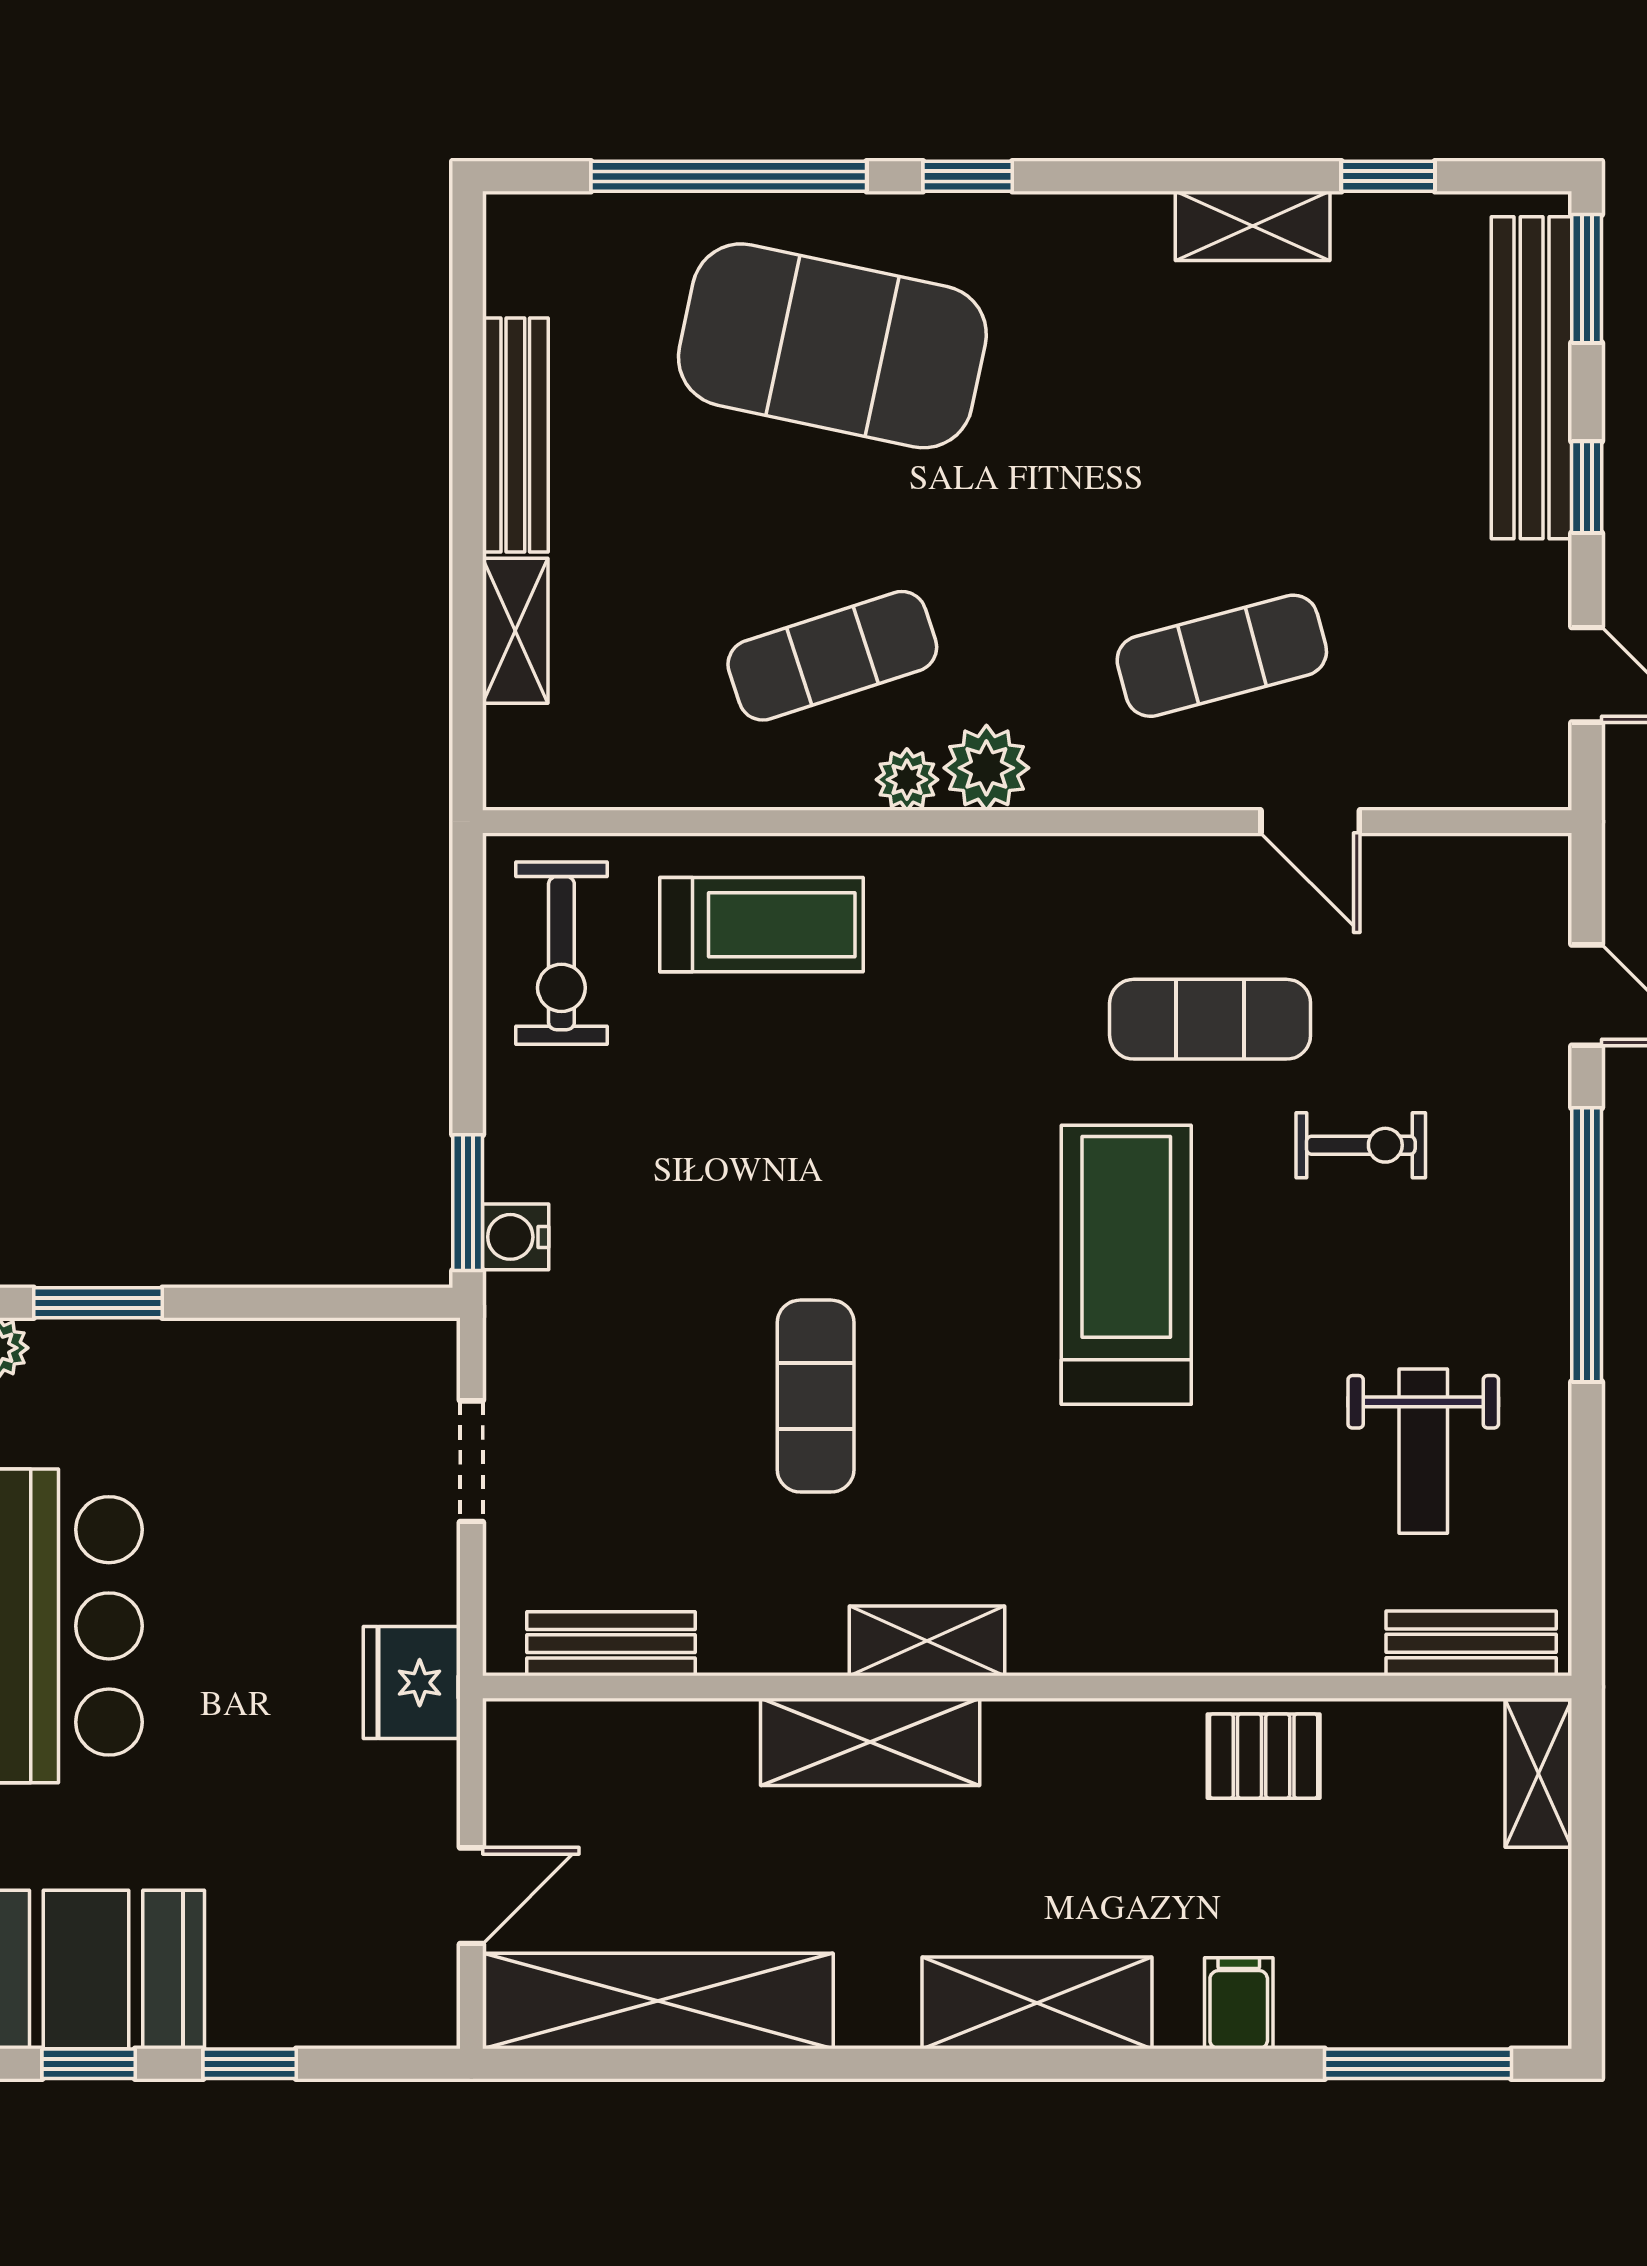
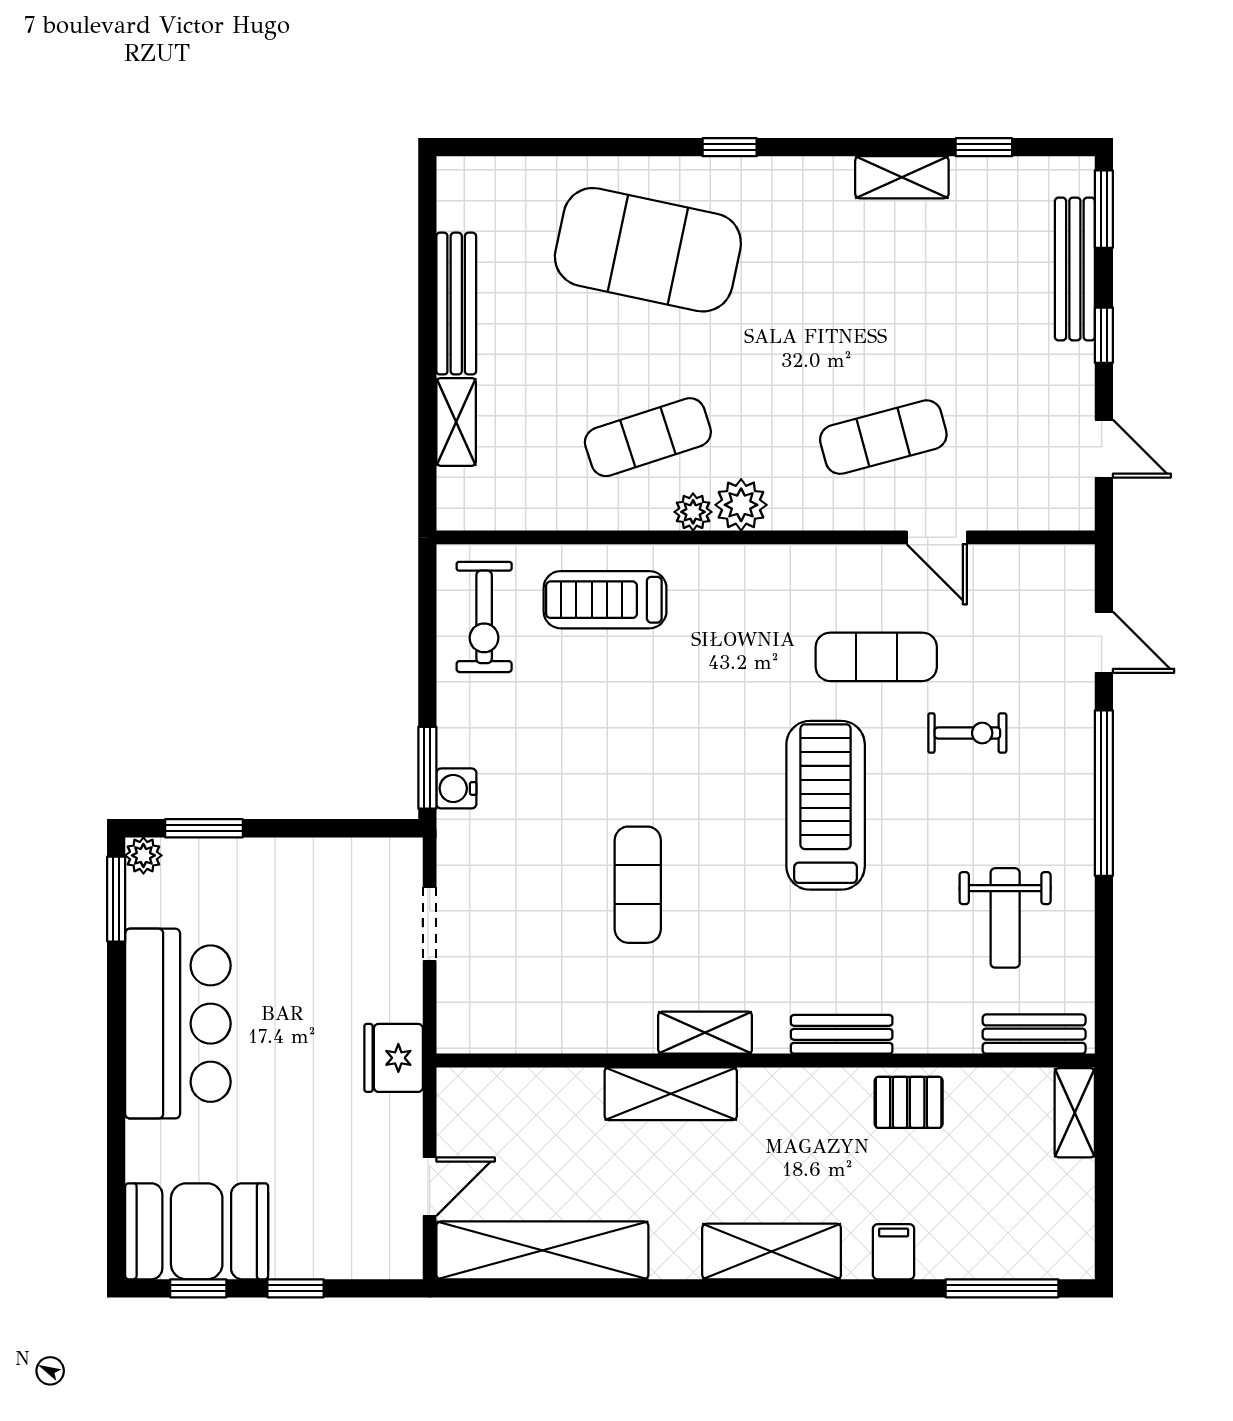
window: (729, 176) -> (585, 147), removed
bench: (1532, 378) -> (1075, 269), width x0.73, depth x0.82
treadmill: (761, 925) -> (605, 600), turned 180
bench: (611, 1644) -> (842, 1034), moved

